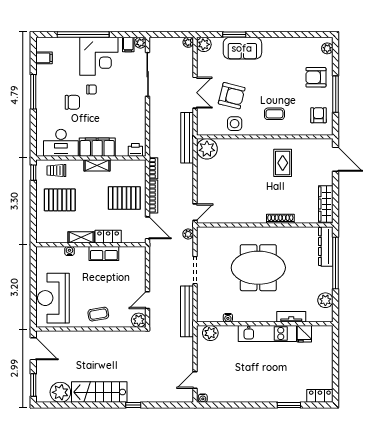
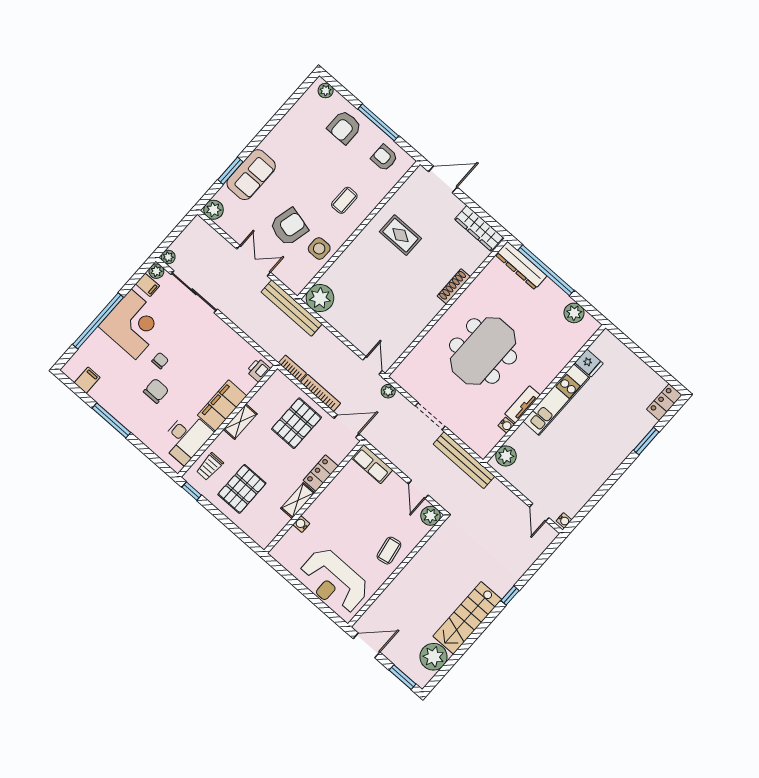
plant: (188, 42) -> (168, 257), moved
row of seats: (104, 253) -> (372, 464), moved, turned 90
tv unit: (291, 317) -> (522, 404), moved

